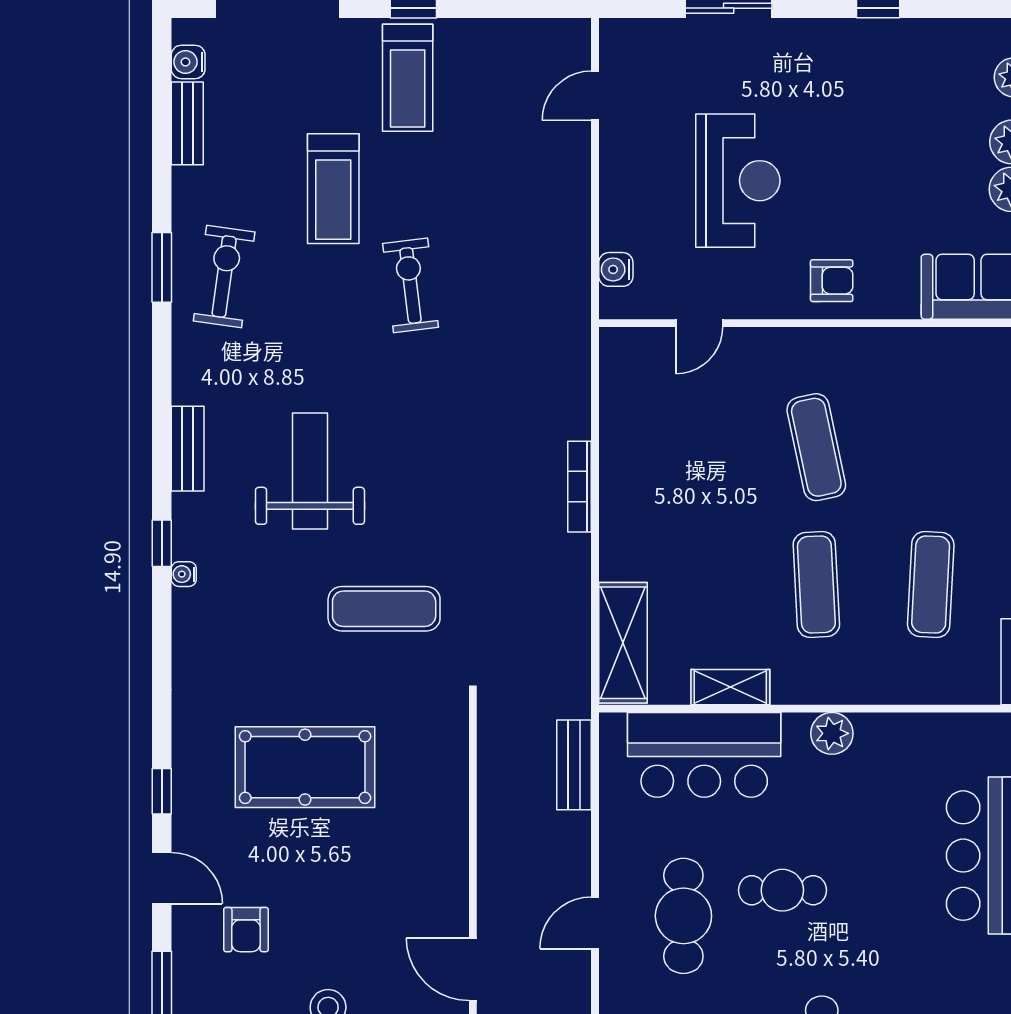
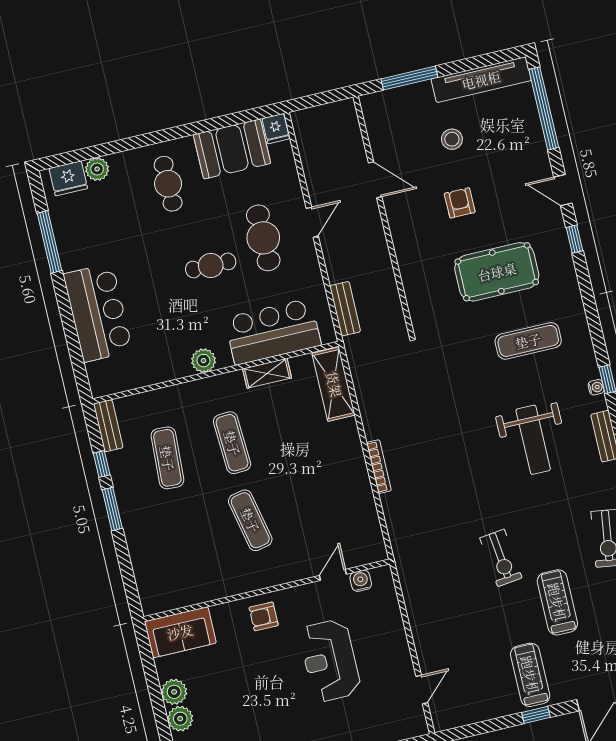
water cooler: (616, 269) -> (361, 581), moved, turned -90
water cooler: (184, 574) -> (596, 387), moved
exercise mat: (384, 609) -> (528, 341), moved
armchair: (246, 930) -> (460, 203), moved

